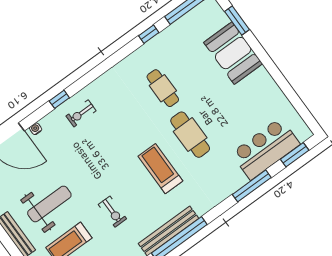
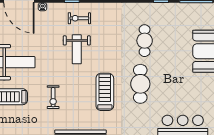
weight bench: (101, 146) -> (77, 49), added

